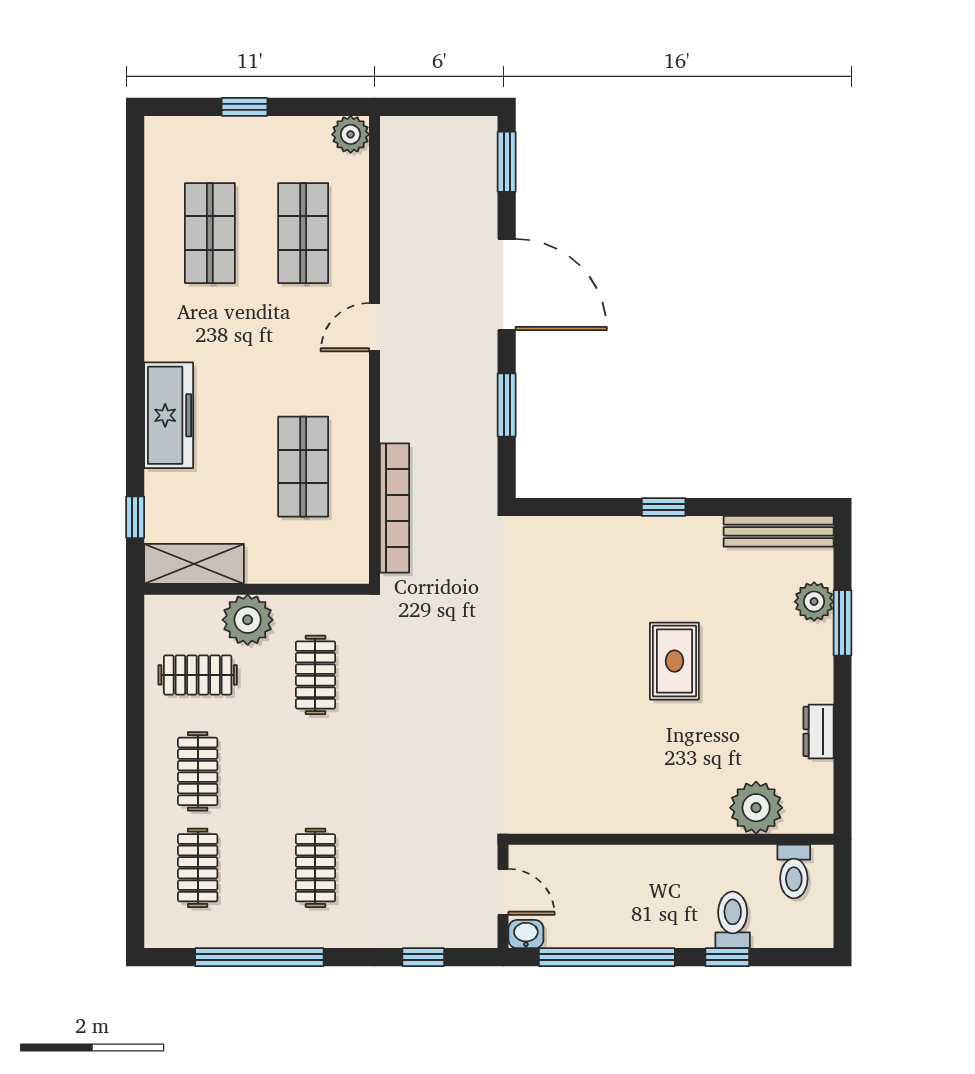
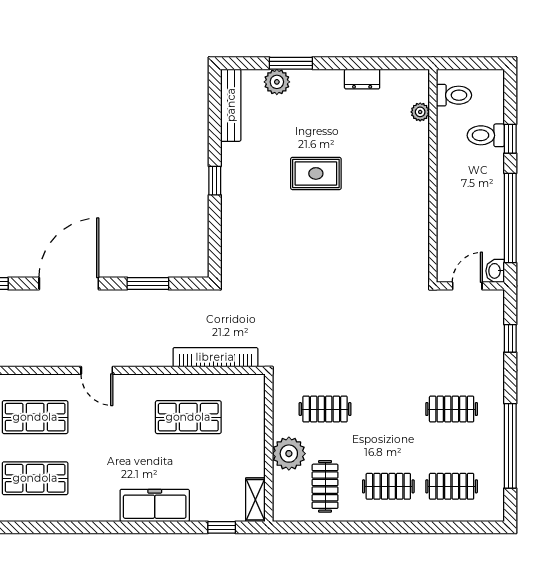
shelving: (194, 564) -> (255, 500), width x0.67, depth x0.75
plant: (756, 808) -> (420, 112), width x0.53, depth x0.53

